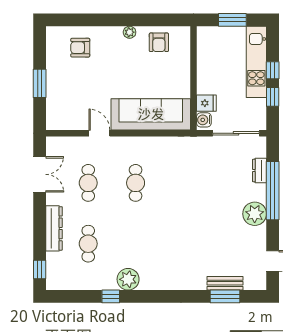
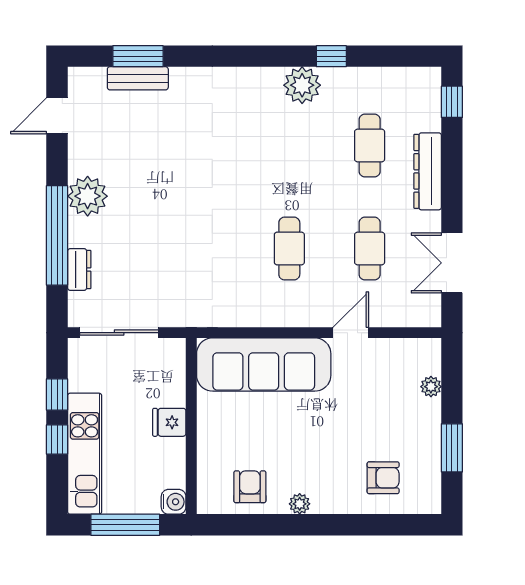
window: (232, 20) -> (125, 525), width x1.44
window: (40, 83) -> (452, 448), moved
plant: (52, 101) -> (431, 387), added
fridge: (206, 103) -> (169, 422), moved
water cooler: (204, 120) -> (174, 502), moved
door: (99, 133) -> (351, 333), swing flipped

